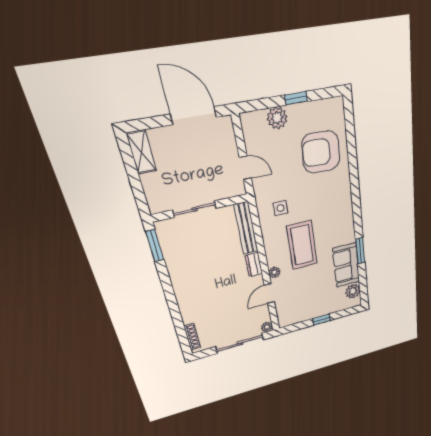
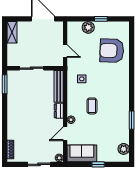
coffee table: (302, 245) -> (92, 106), width x0.54, depth x0.58
sofa: (346, 265) -> (82, 153), moved, turned 90
sliding door: (240, 343) -> (39, 164), width x0.73

